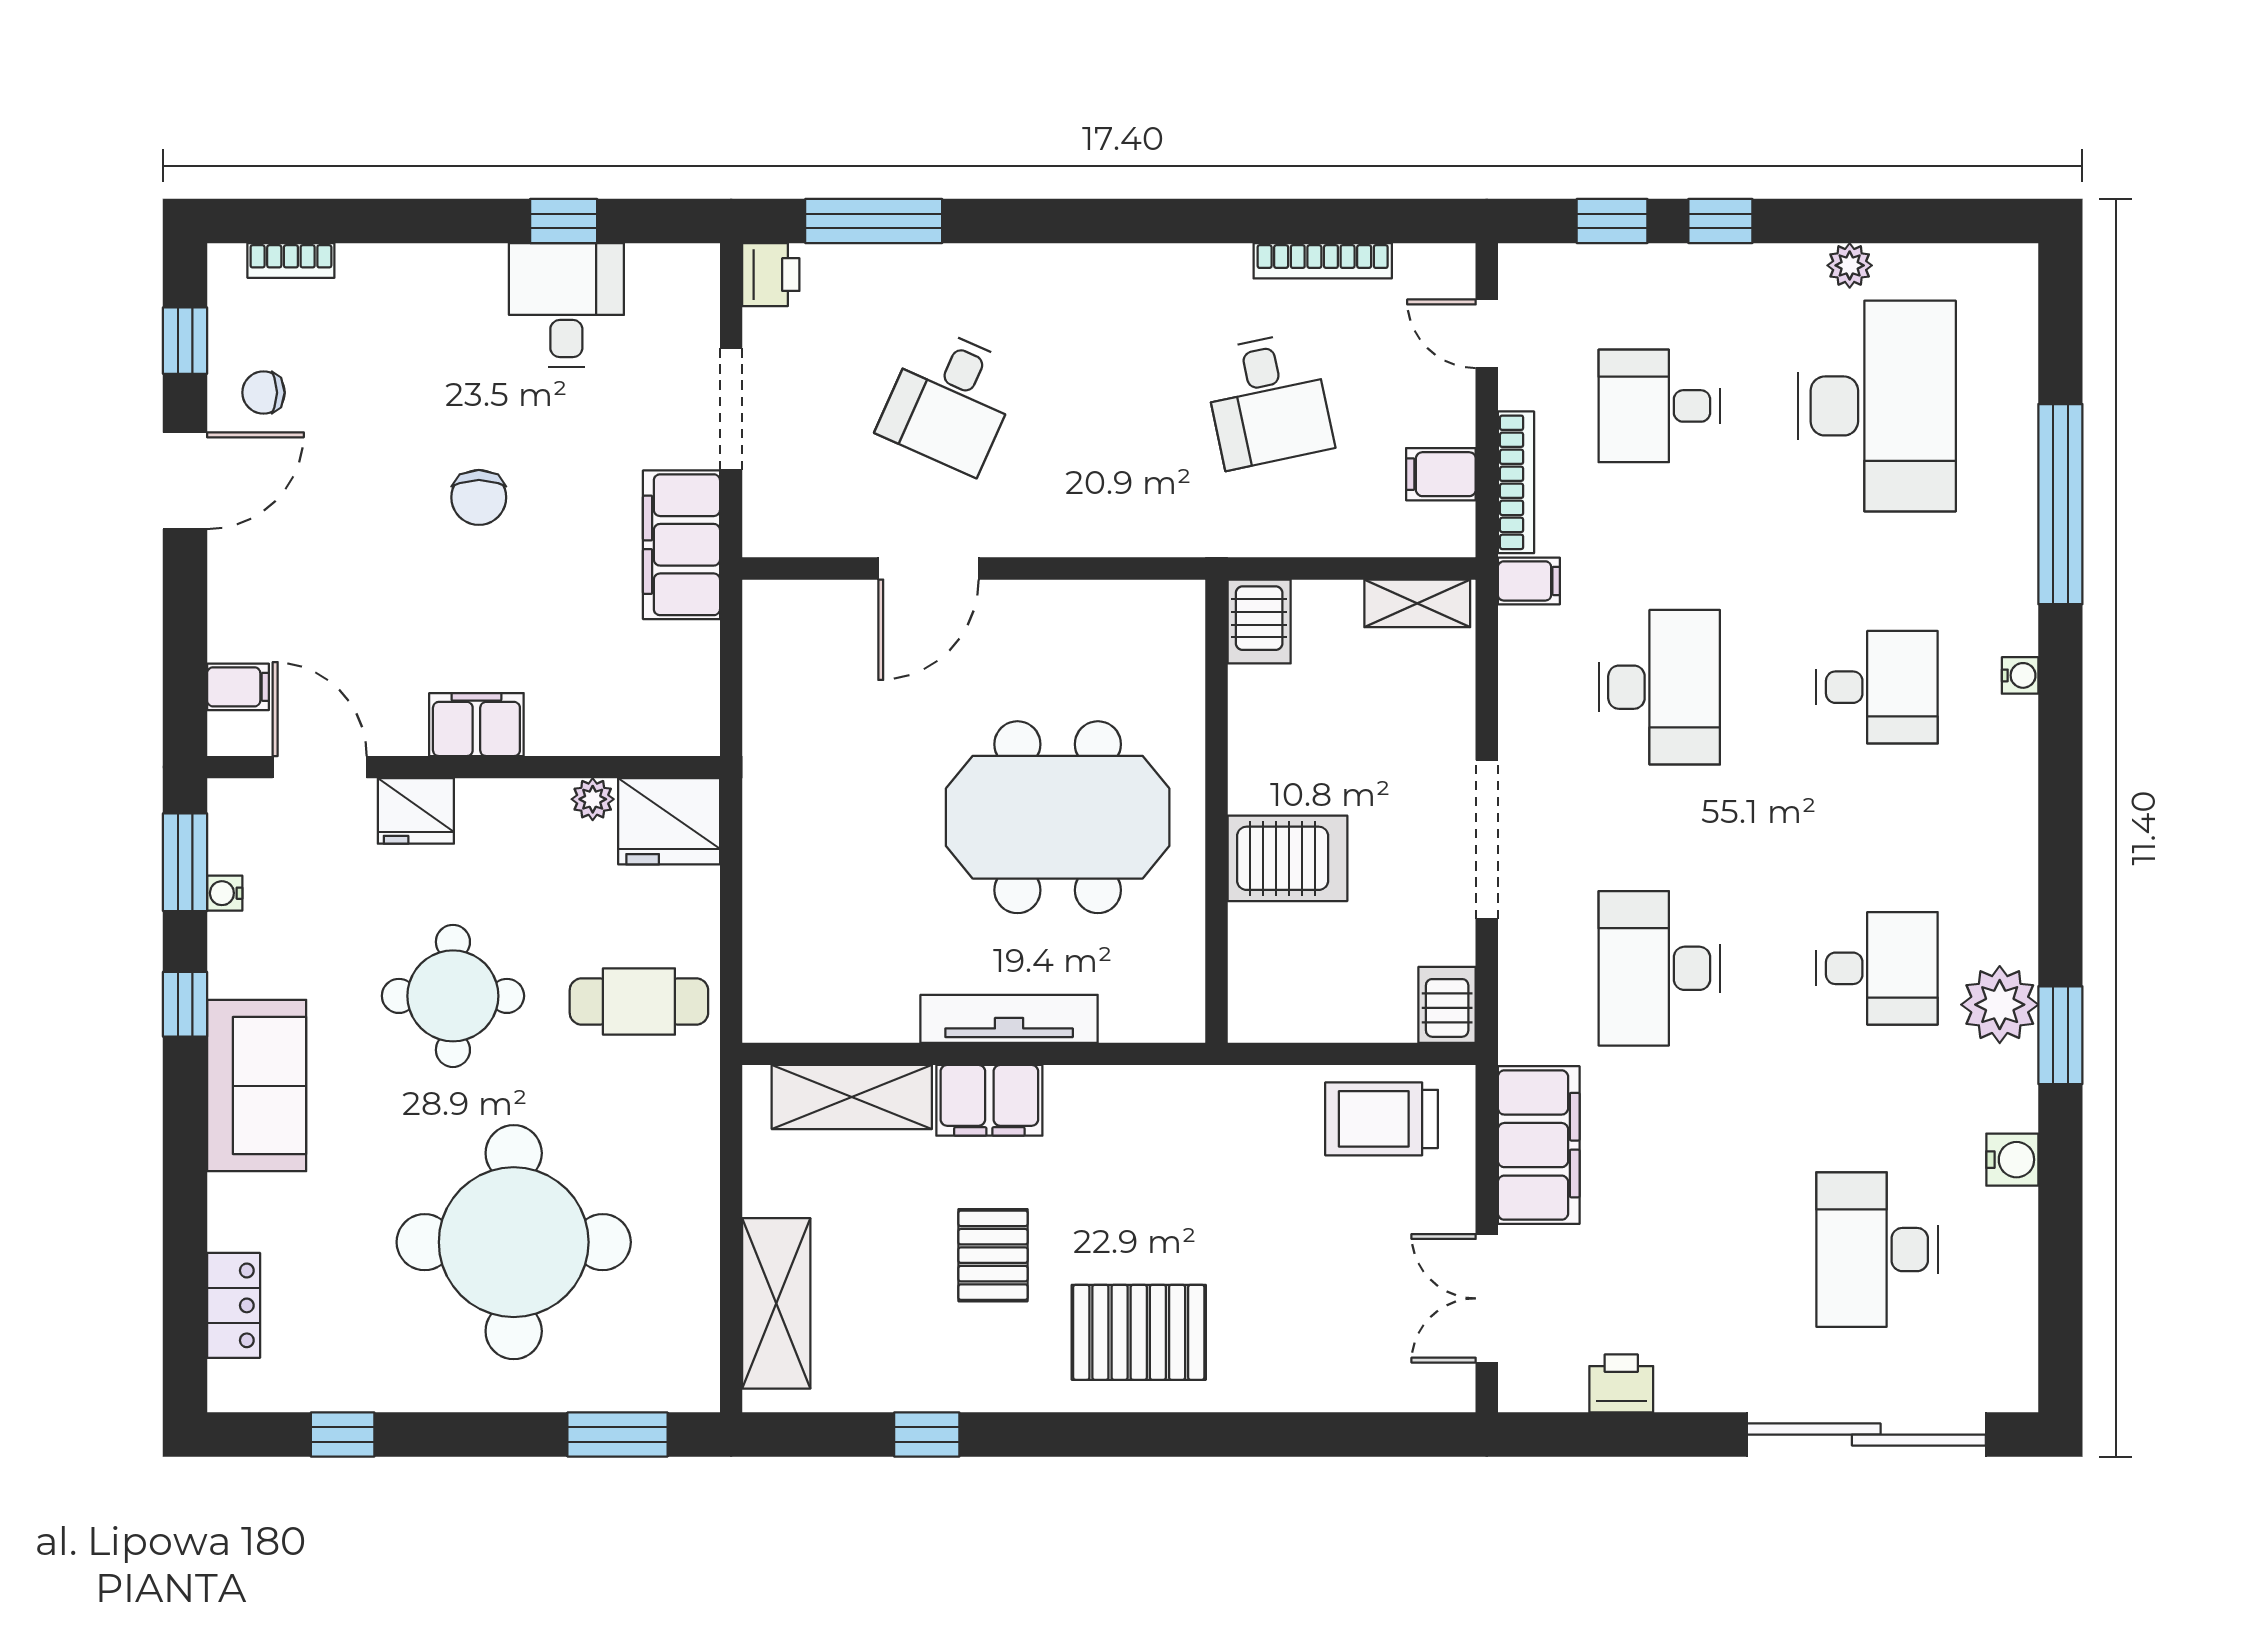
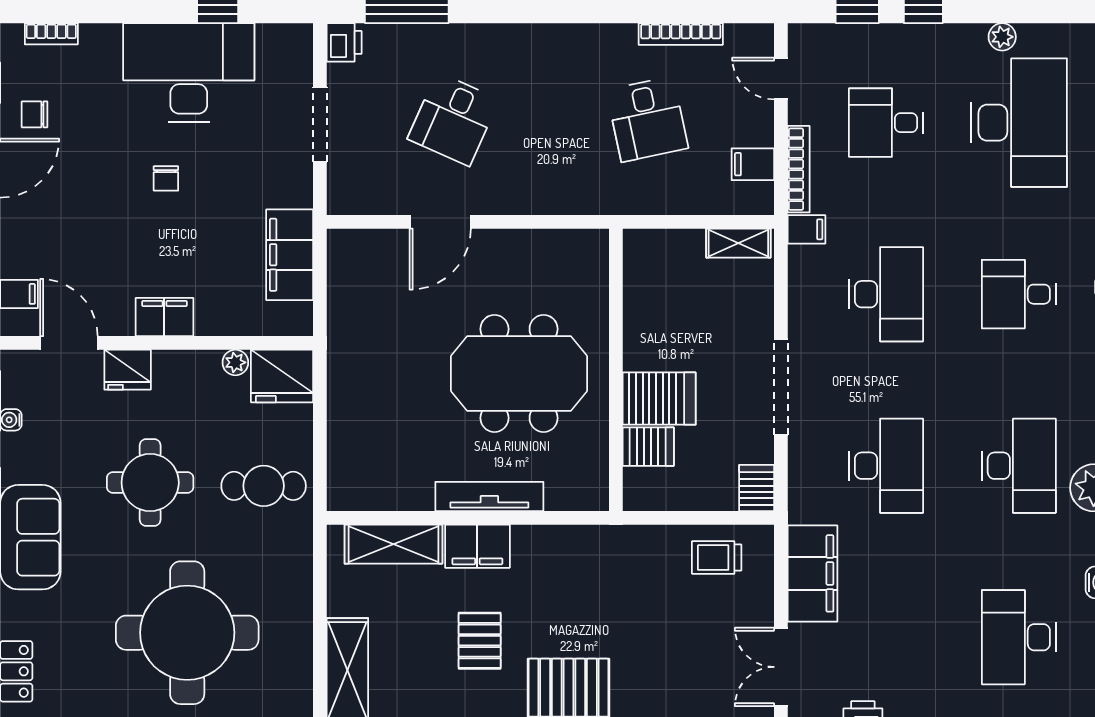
desk: (566, 305) -> (189, 72), width x1.87, depth x1.30
chair: (479, 497) -> (166, 178), width x0.73, depth x0.73
filing cabinet: (682, 545) -> (290, 255), moved
server rack: (1259, 621) -> (648, 447), moved, turned -90
desk: (1877, 687) -> (1019, 294), turned 180
desk: (1659, 968) -> (886, 466), turned 180
desk: (1877, 968) -> (1019, 466), width x1.37
trolley: (1382, 1119) -> (717, 558), width x0.73, depth x0.72

